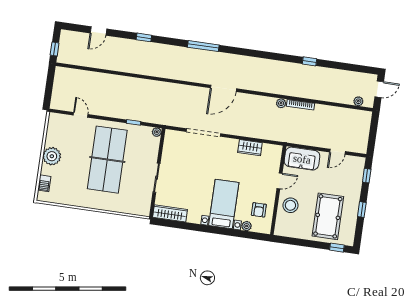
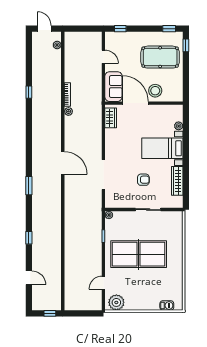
window: (203, 46) -> (29, 186), width x0.69
wardrobe: (250, 148) -> (111, 118), moved
plant: (52, 156) -> (116, 302), moved
door: (280, 181) -> (135, 103), width x1.87
armchair: (259, 210) -> (143, 180), moved
window: (362, 210) -> (169, 29), moved
wardrobe: (170, 213) -> (177, 181), moved

